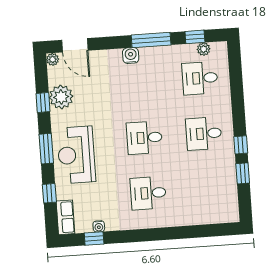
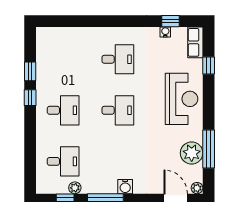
plant: (204, 49) -> (75, 188), moved
window: (43, 102) -> (209, 149), width x2.17
window: (46, 149) -> (209, 107), removed

